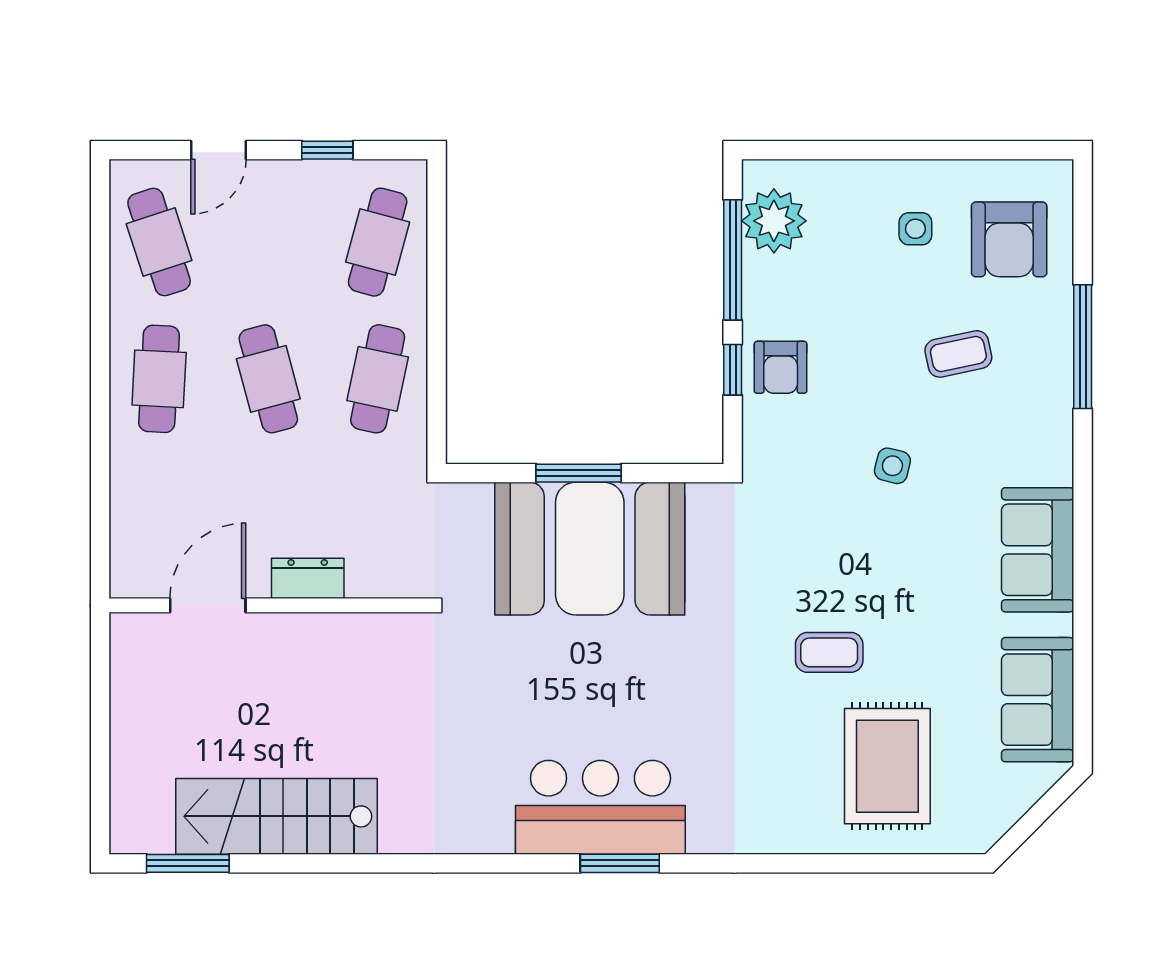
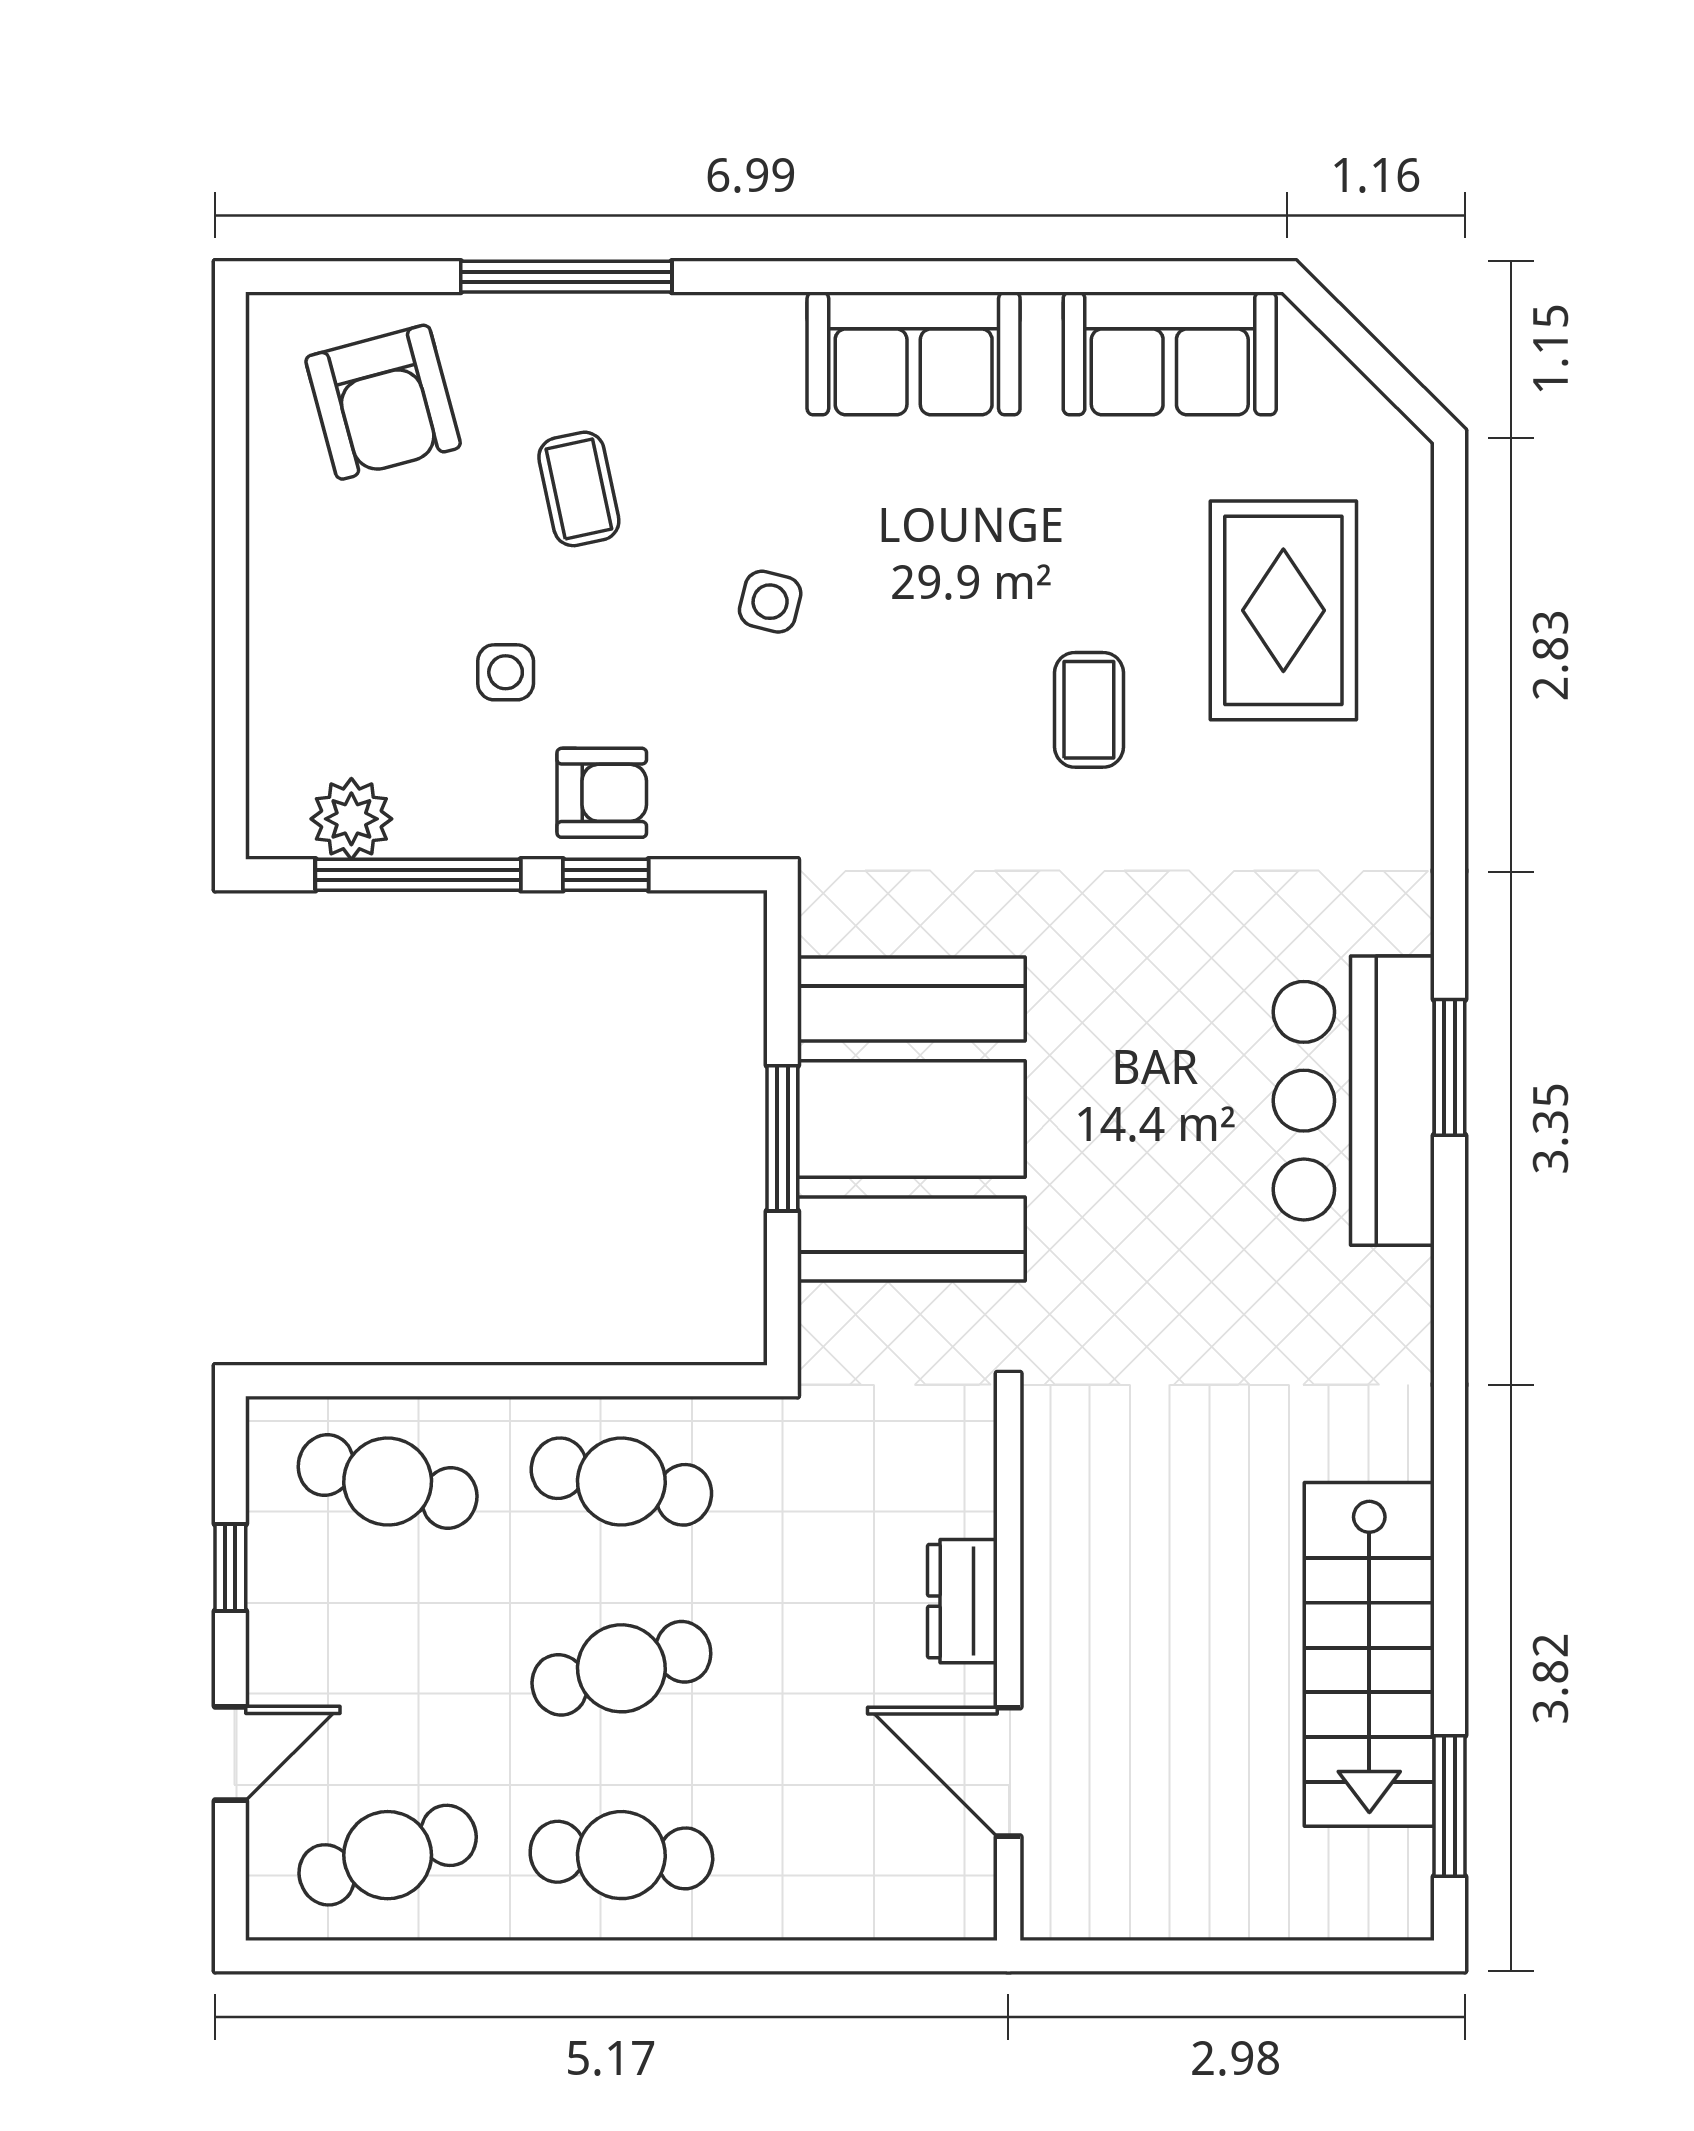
door: (218, 150) -> (230, 1754), hinge flipped
plant: (774, 221) -> (351, 819), width x0.73, depth x0.73
side table: (915, 229) -> (506, 672), moved
armchair: (1009, 239) -> (383, 402), turned 75
rug: (887, 766) -> (1283, 610), turned 90

